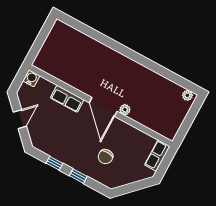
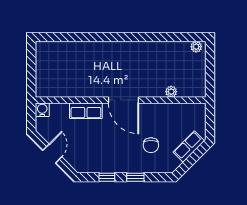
plant: (125, 110) -> (171, 92), moved
row of seats: (157, 156) -> (189, 147), moved, turned 45

